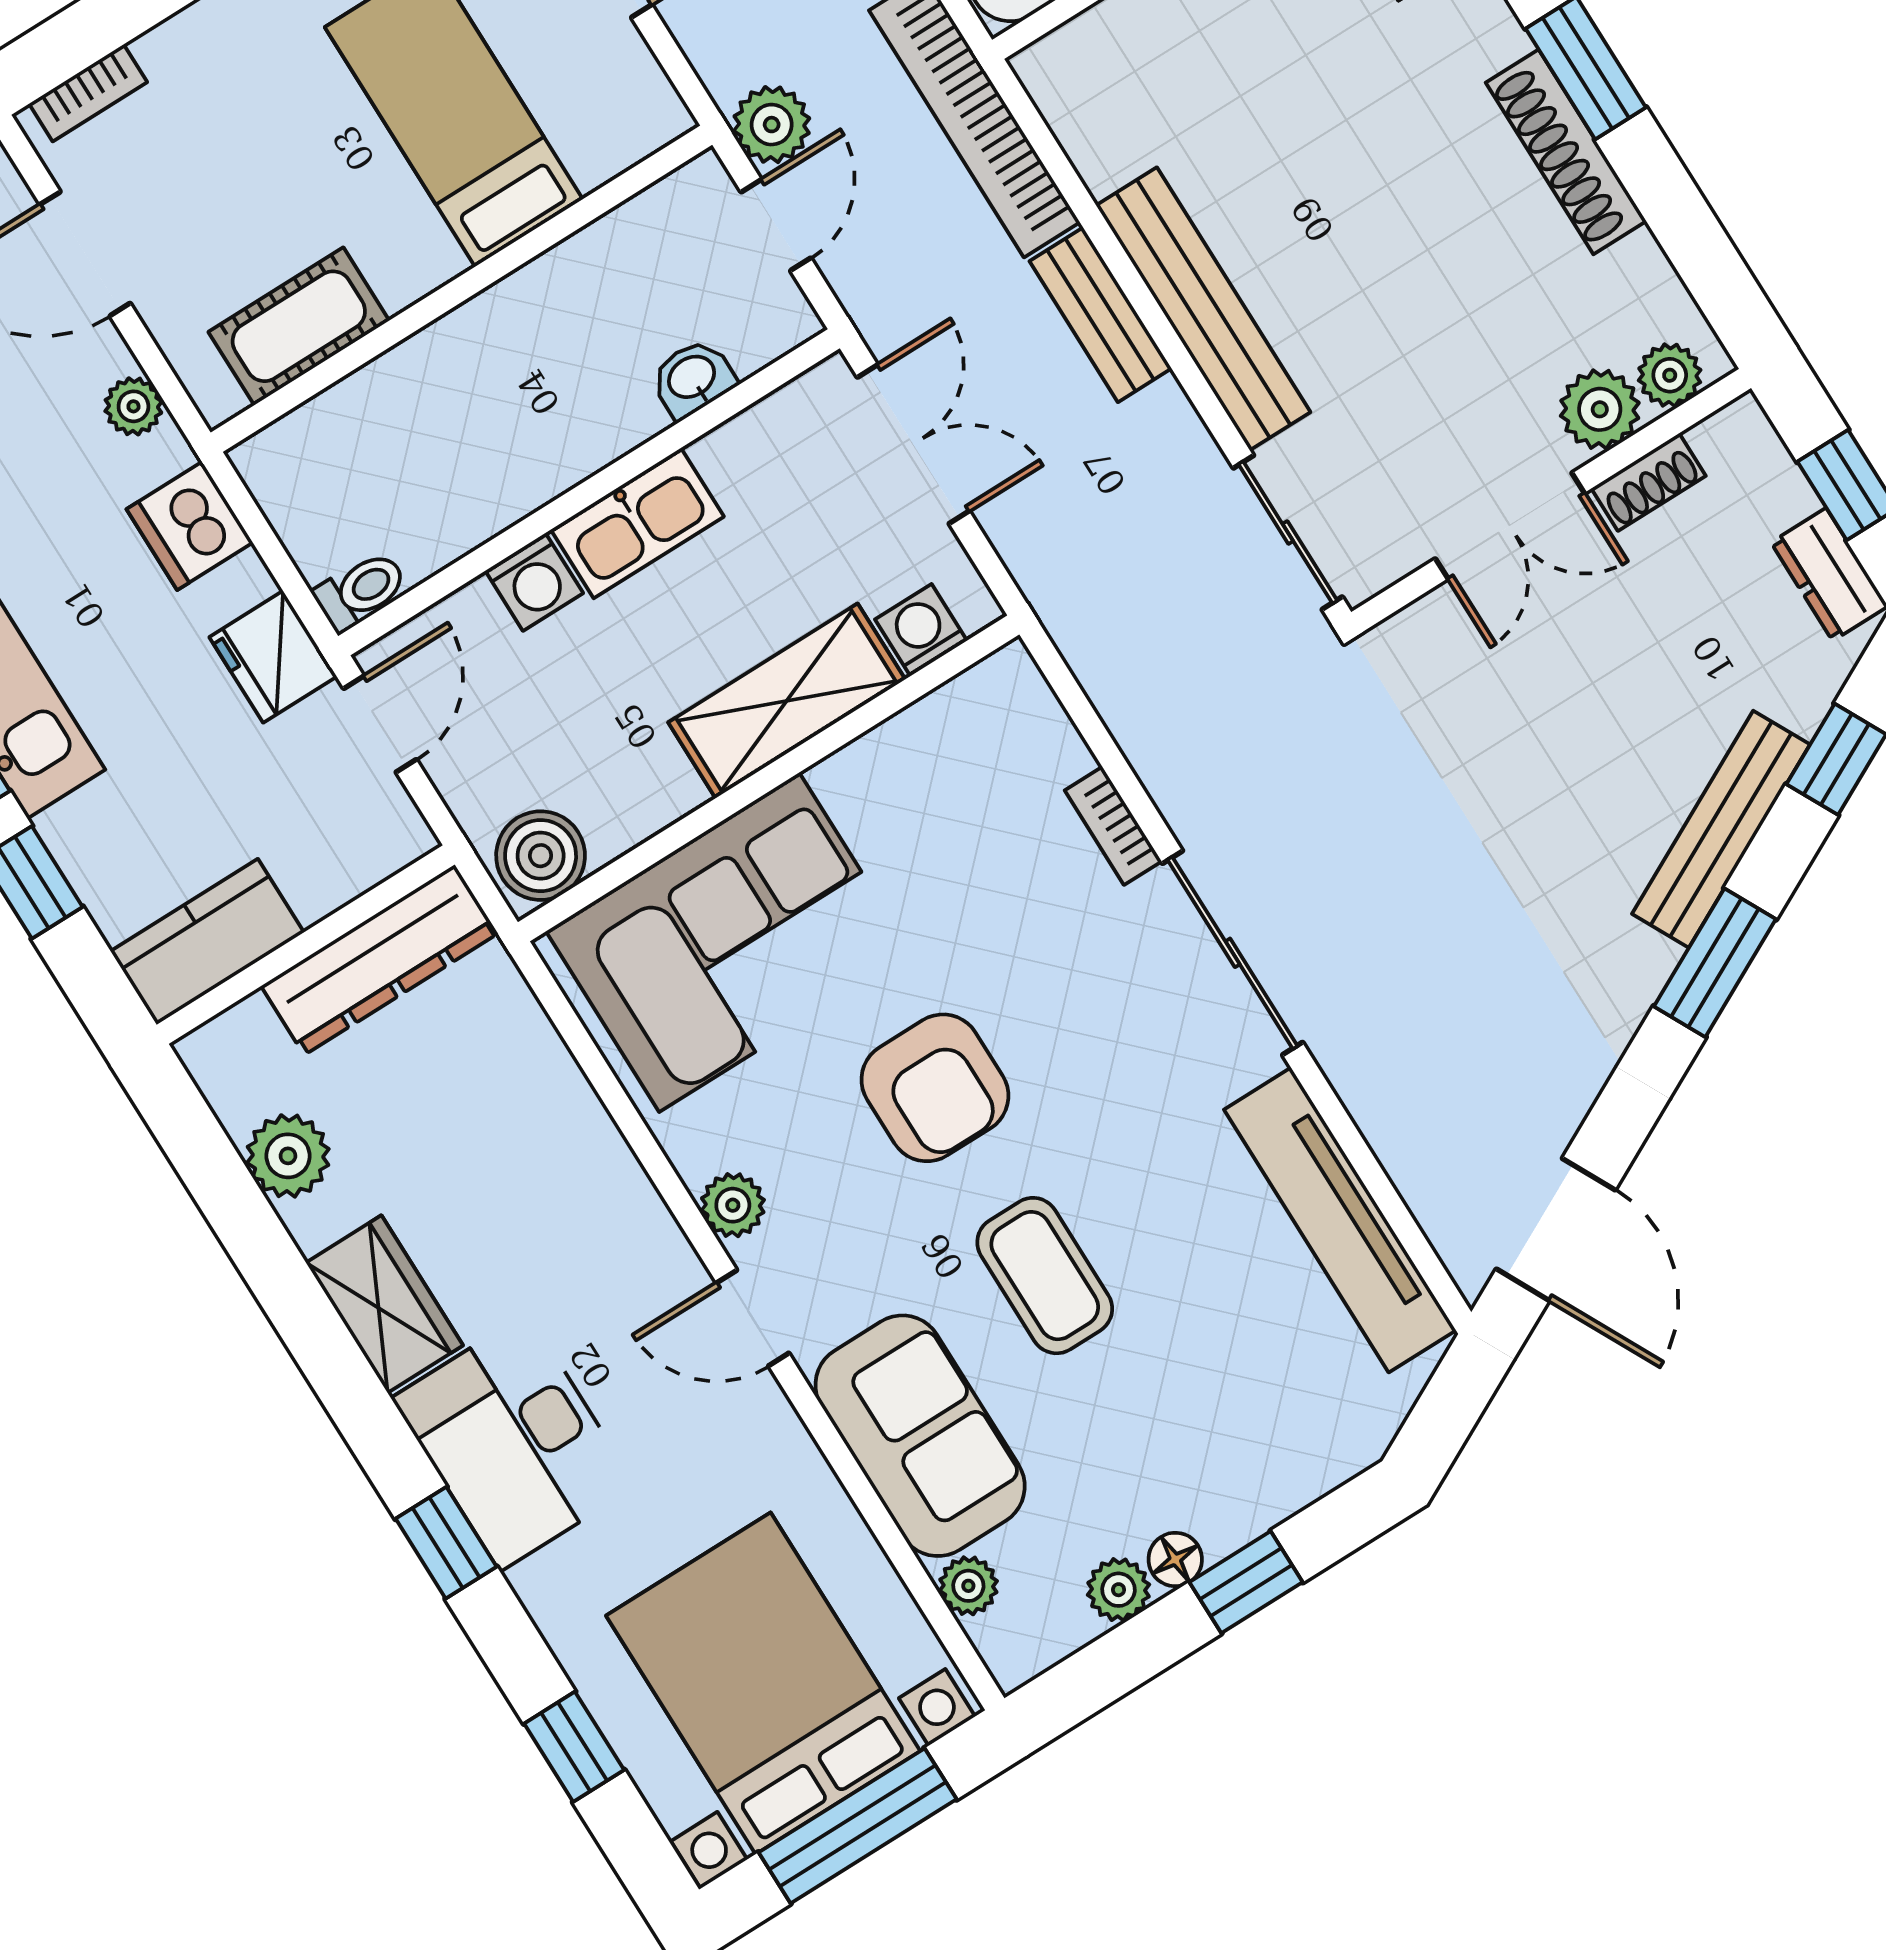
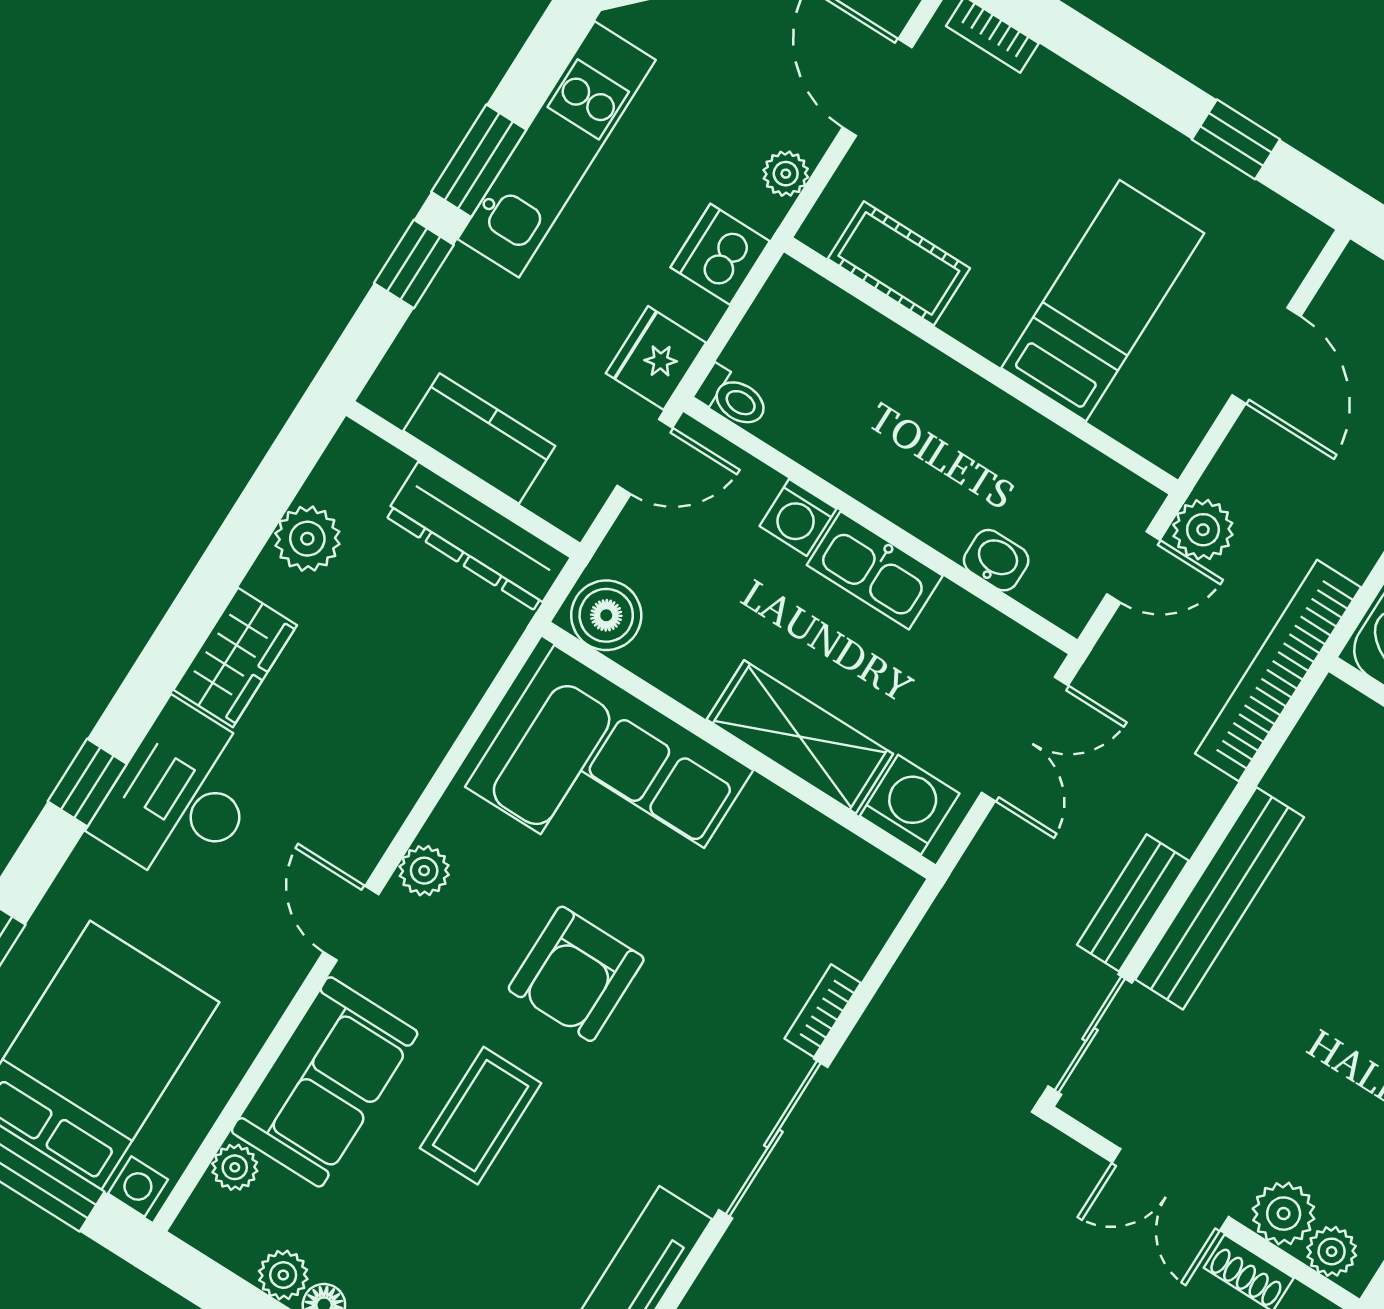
bench: (1101, 315) -> (1133, 903), moved
washing machine: (921, 630) -> (910, 805), width x1.38, depth x1.38
kitchen counter: (207, 942) -> (479, 438), moved

